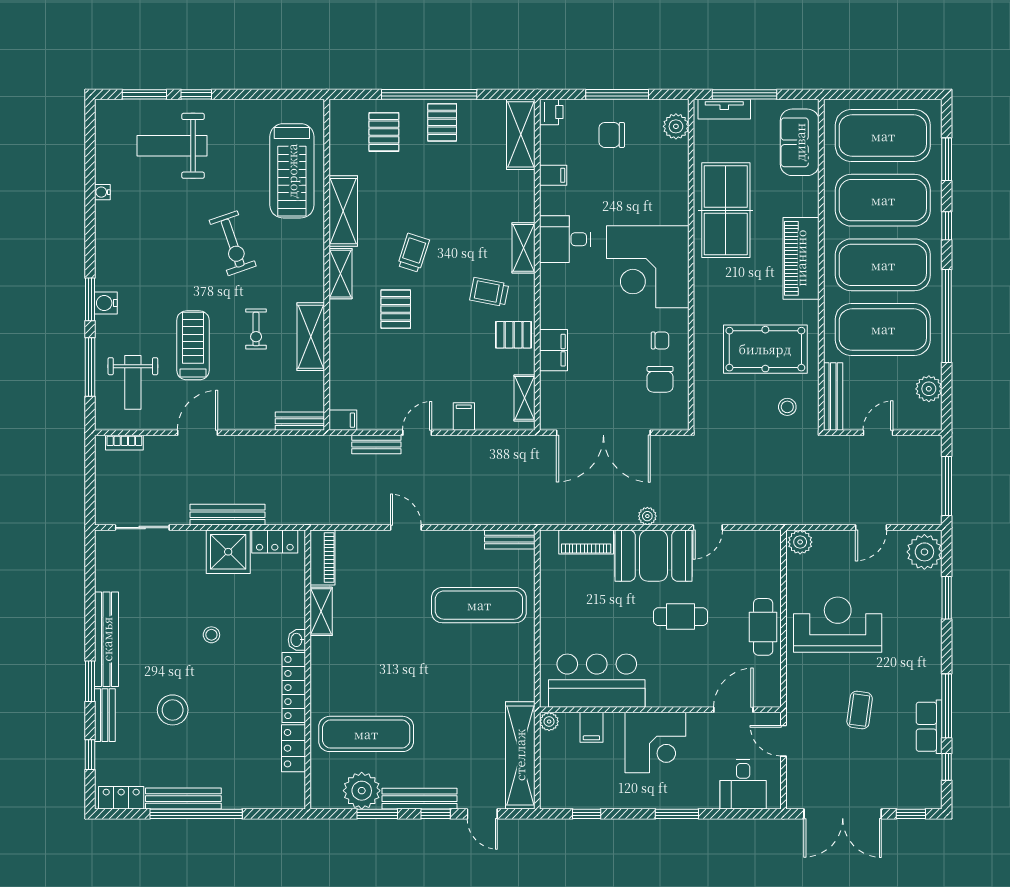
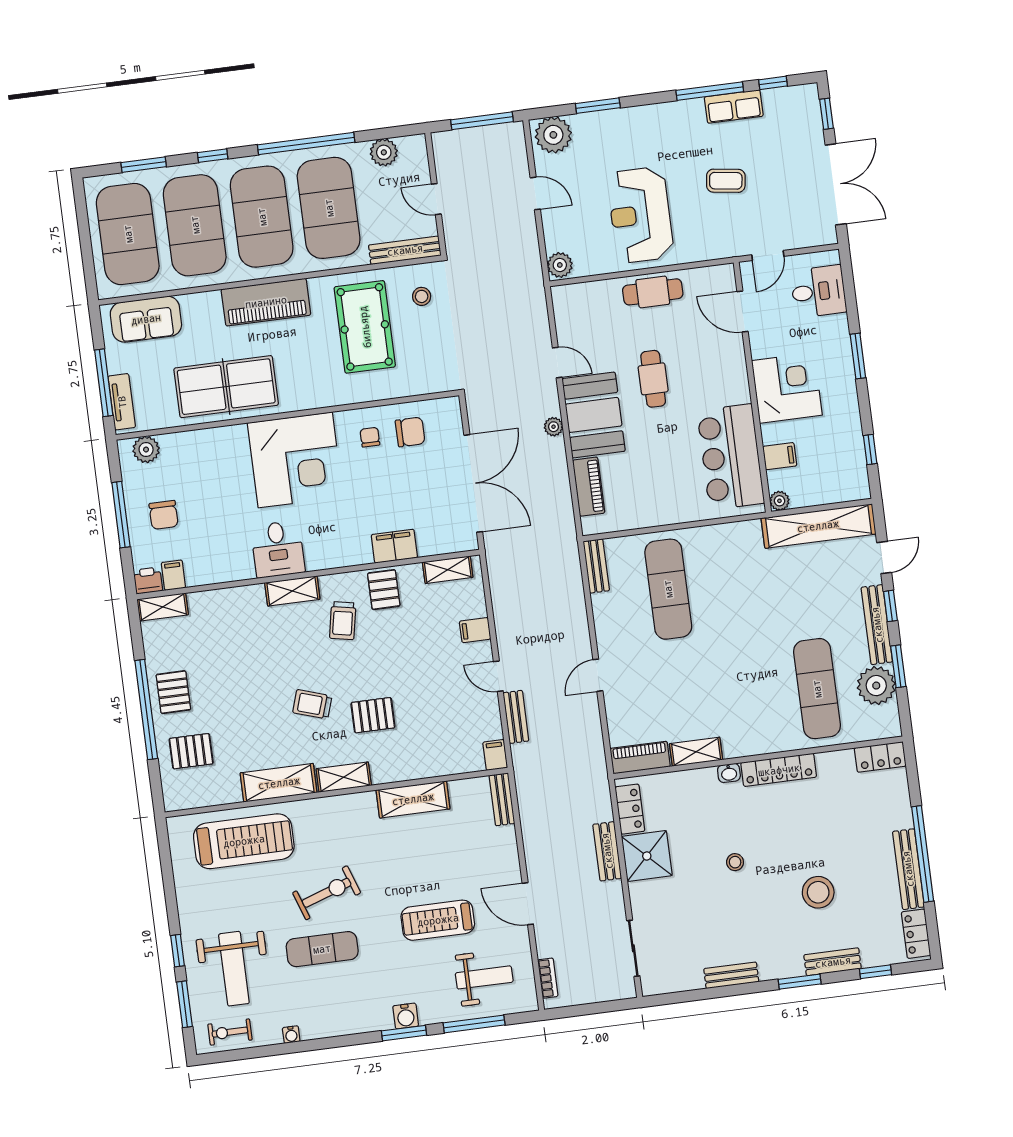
pallet: (442, 122) -> (173, 692), turned 90
shelving: (521, 134) -> (163, 607), width x0.67, depth x0.75
filing cabinet: (553, 175) -> (173, 575), moved
exercise mat: (180, 232) -> (322, 949), added
exercise bike: (256, 329) -> (230, 1032), moved, turned 180
bench: (228, 515) -> (607, 851), width x0.73
bench: (107, 639) -> (731, 975), width x0.54, depth x0.82
locker: (293, 748) -> (880, 757), moved

